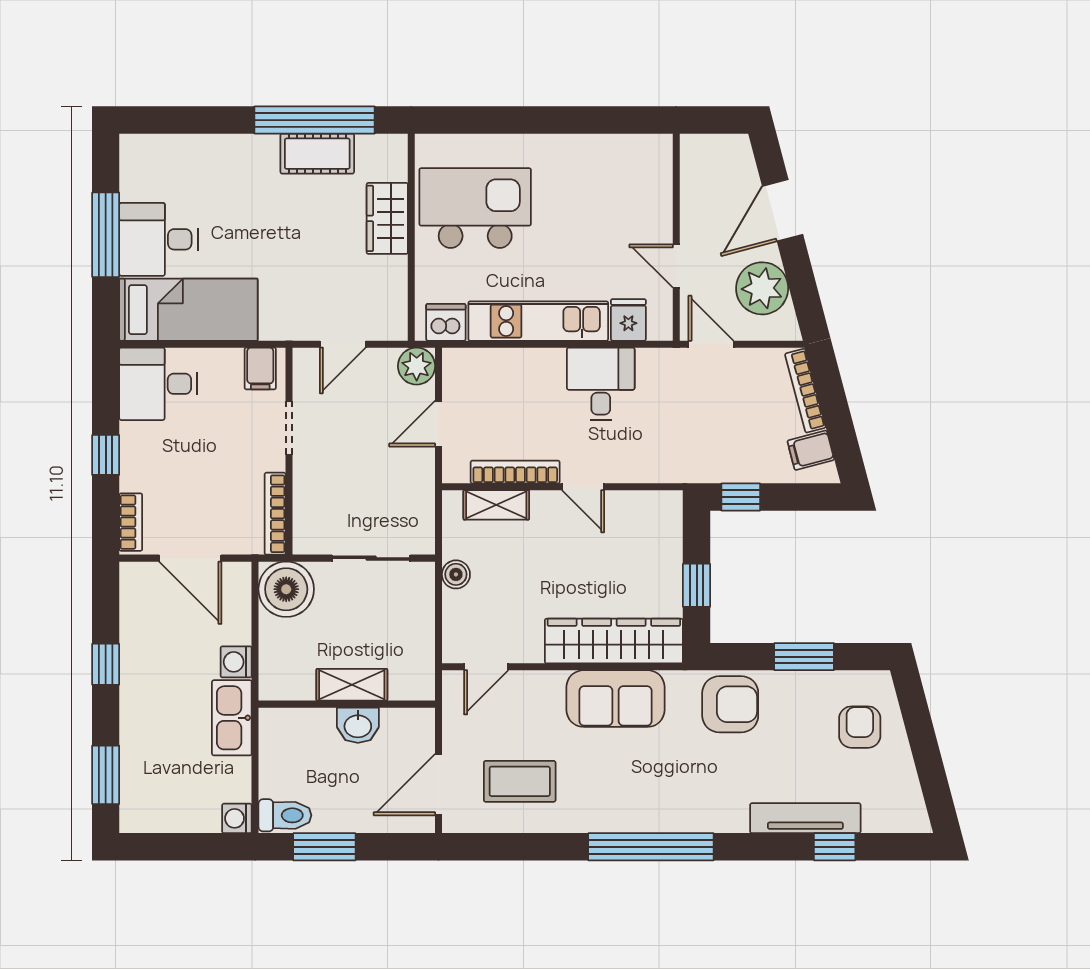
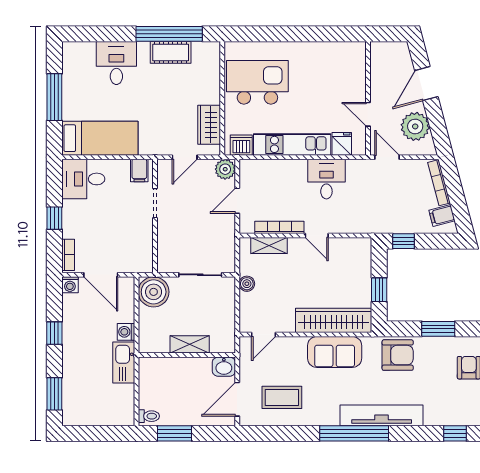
wardrobe: (387, 218) -> (209, 125), moved
desk: (159, 239) -> (116, 63), moved, turned 90
bookcase: (275, 514) -> (147, 250), removed
washbasin: (358, 725) -> (224, 367), moved
toilet: (285, 815) -> (149, 416), width x0.73, depth x0.72
washing machine: (237, 818) -> (70, 285), moved, turned -90
tv unit: (805, 818) -> (382, 415), moved, width x1.36, depth x1.29

